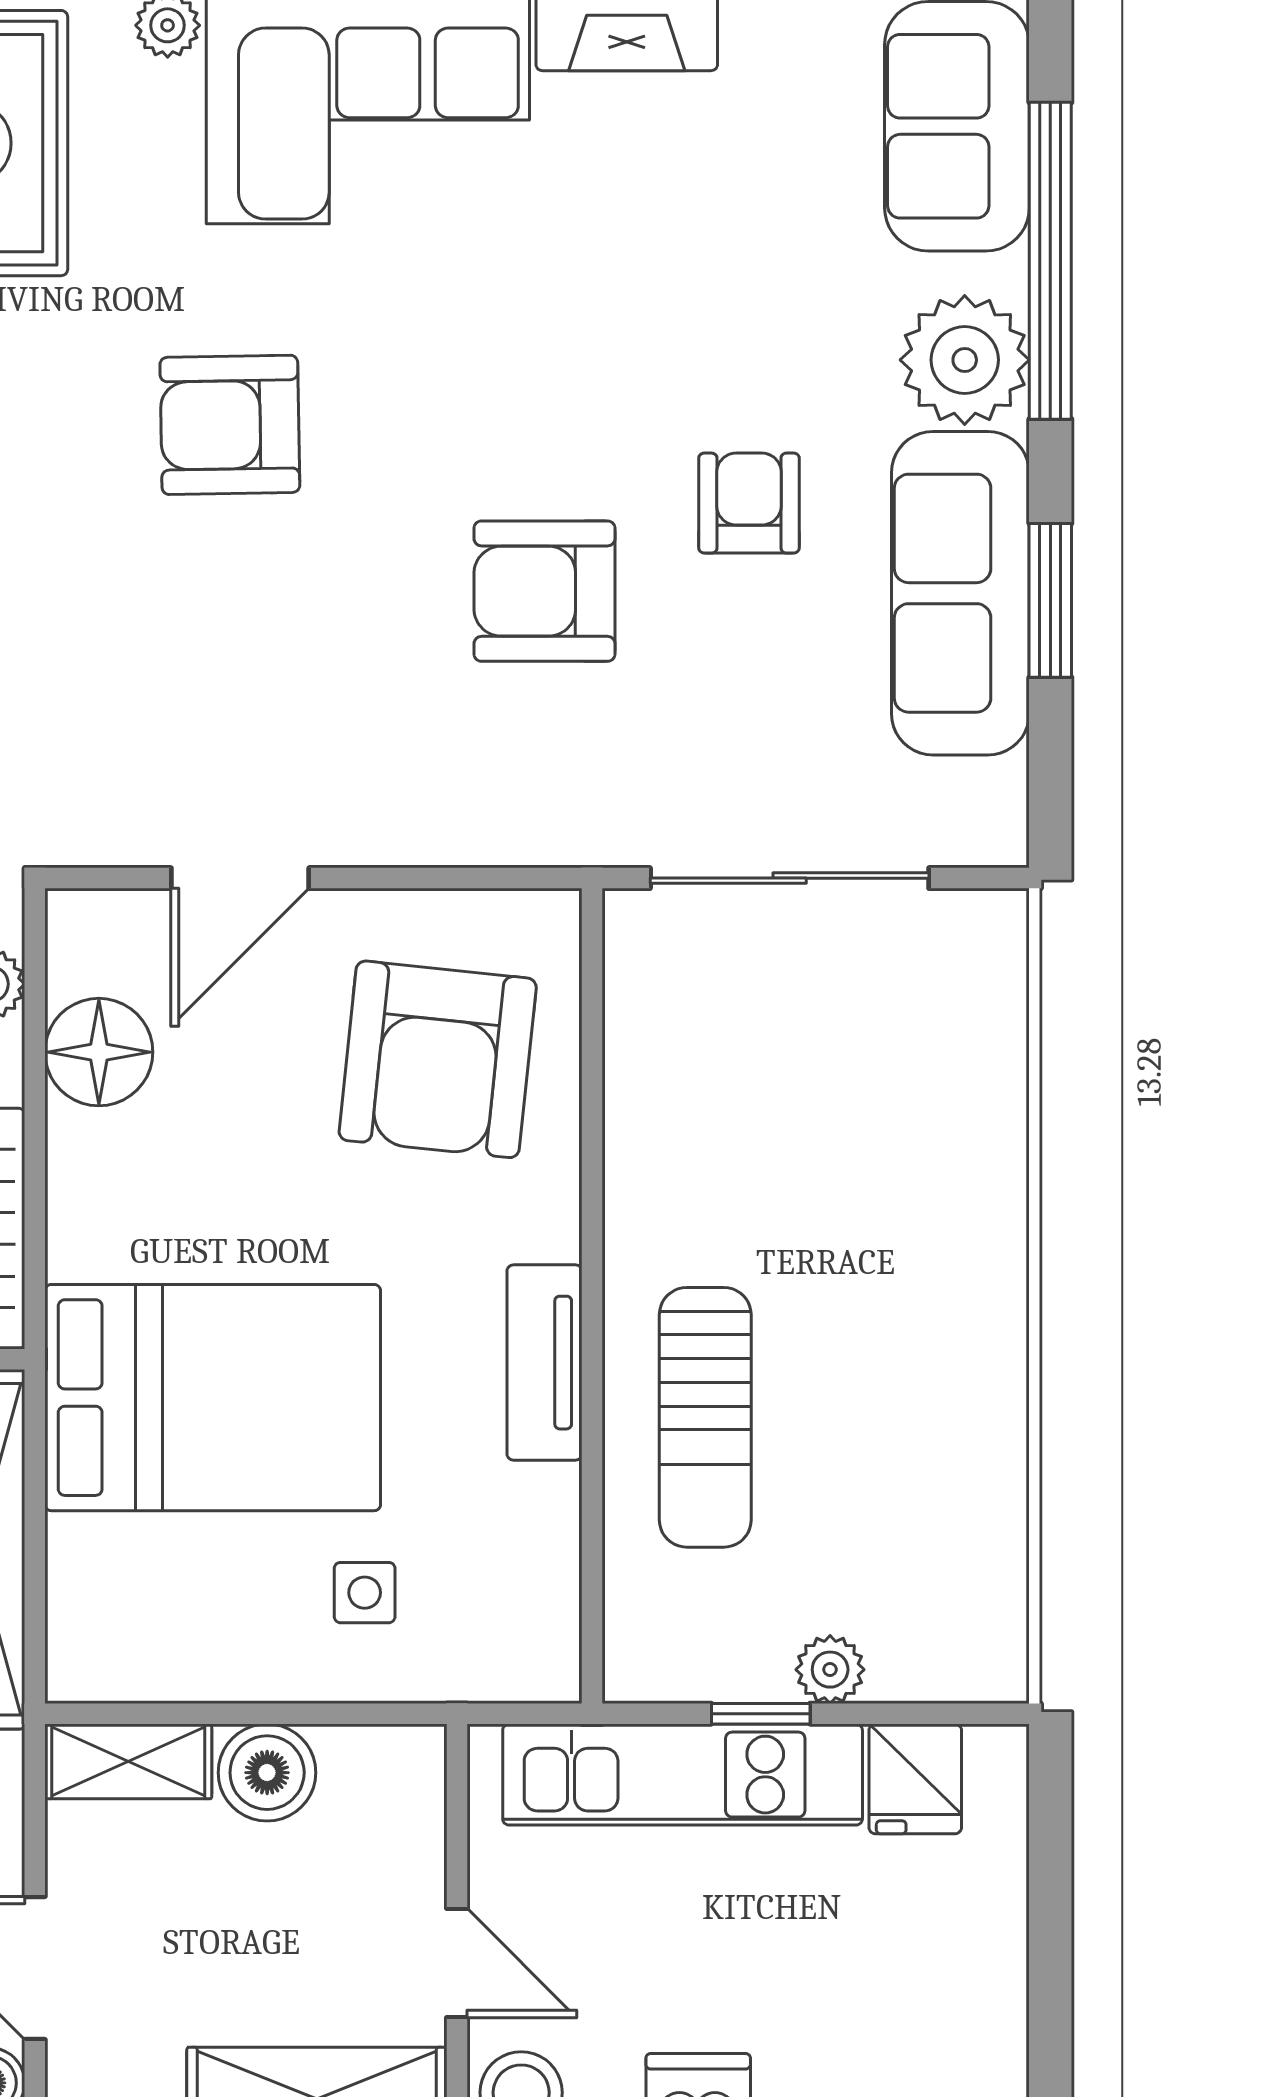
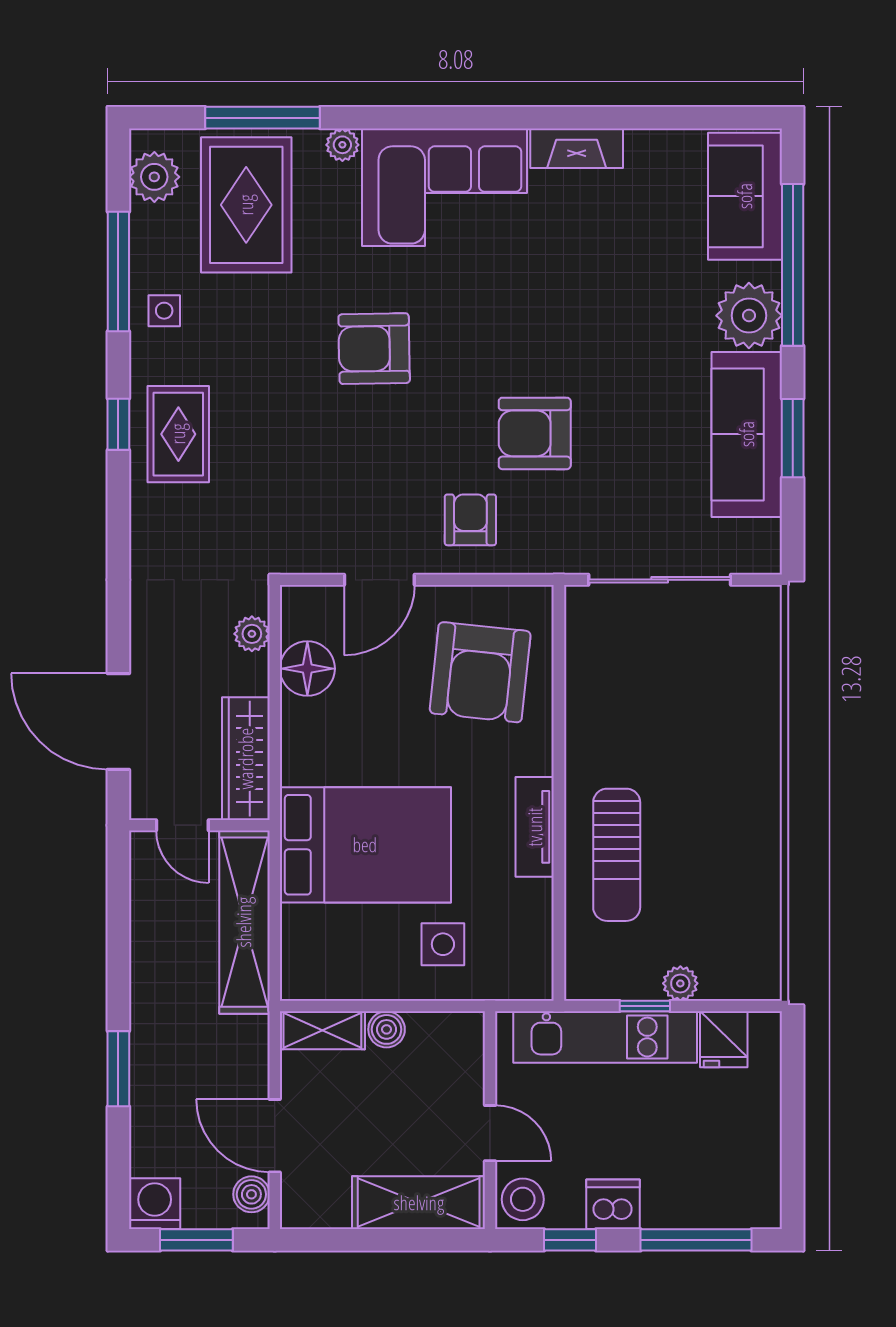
armchair: (749, 503) -> (470, 520), moved
side table: (365, 1593) -> (443, 944), width x1.37, depth x1.37
boiler: (267, 1773) -> (387, 1029), width x0.73, depth x0.73

